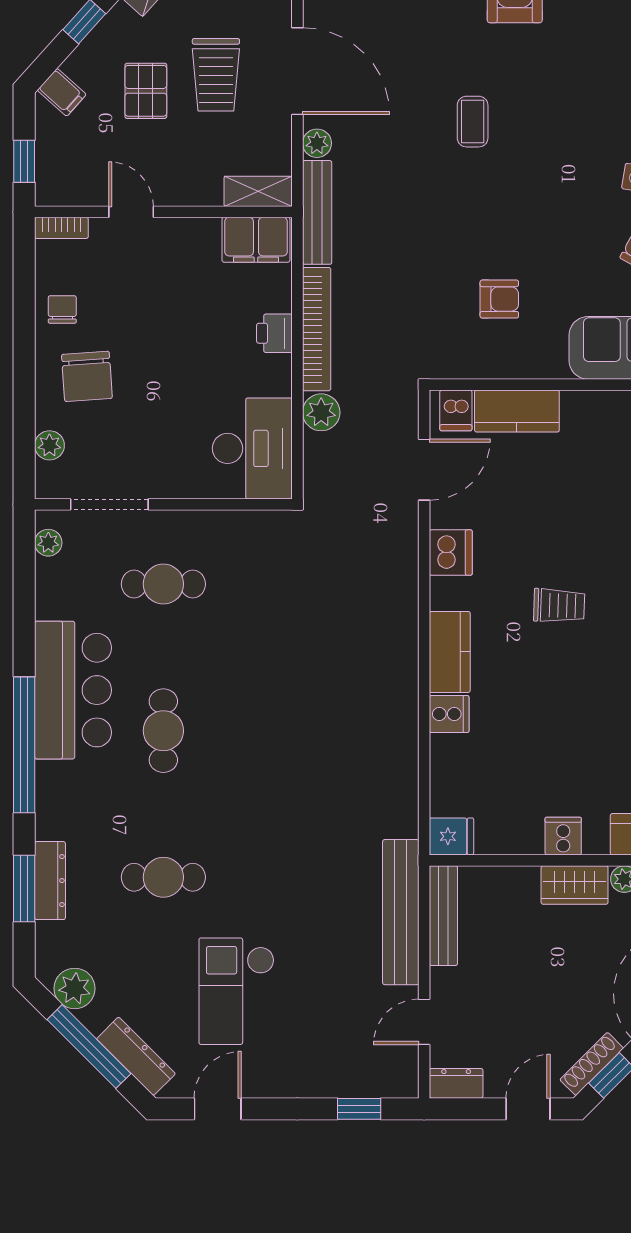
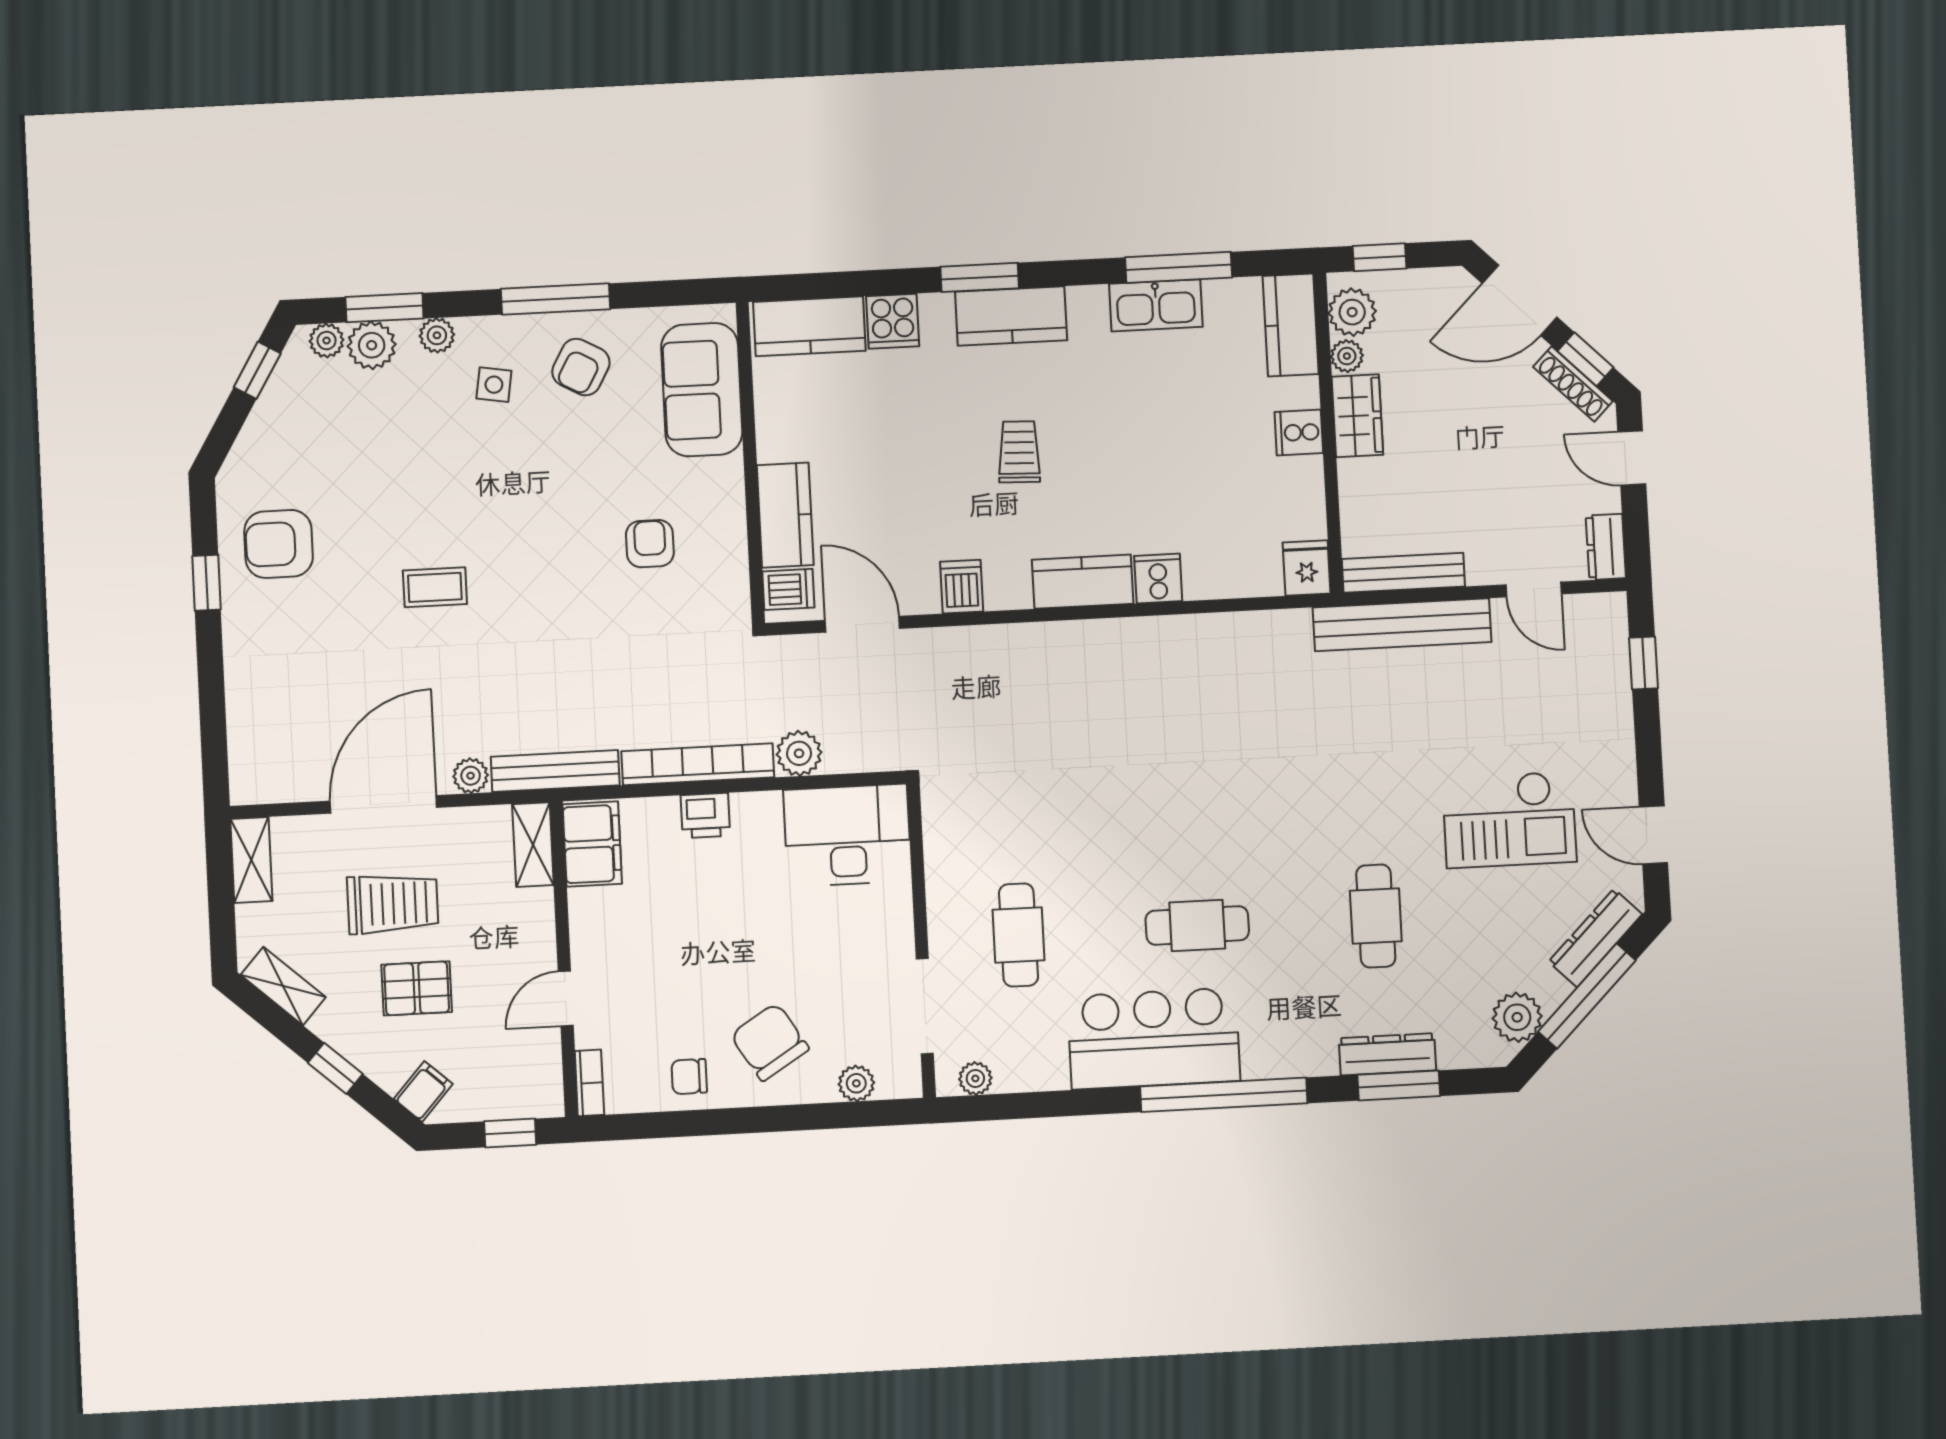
chair: (87, 376) -> (770, 1042), turned -118
dishwasher: (451, 553) -> (962, 587), width x0.73

